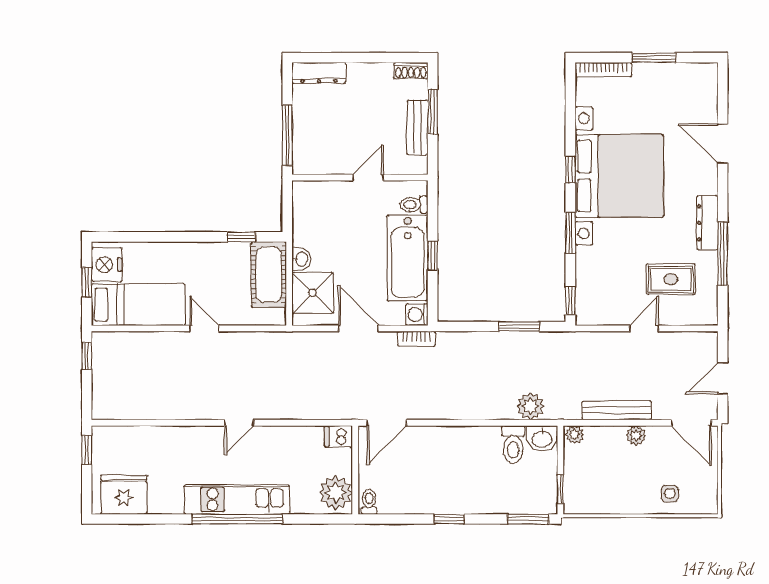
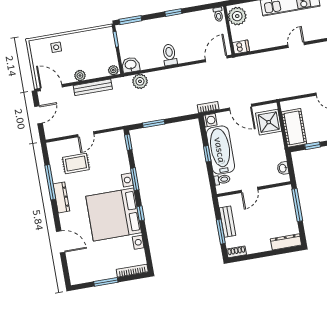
washbasin: (301, 259) -> (283, 168), moved
toilet: (513, 445) -> (170, 55), moved

